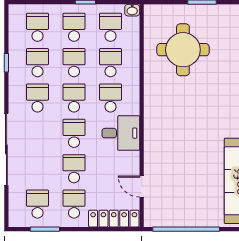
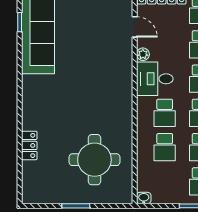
school desk: (111, 27) -> (165, 181), removed
plant: (133, 158) -> (143, 54), added

